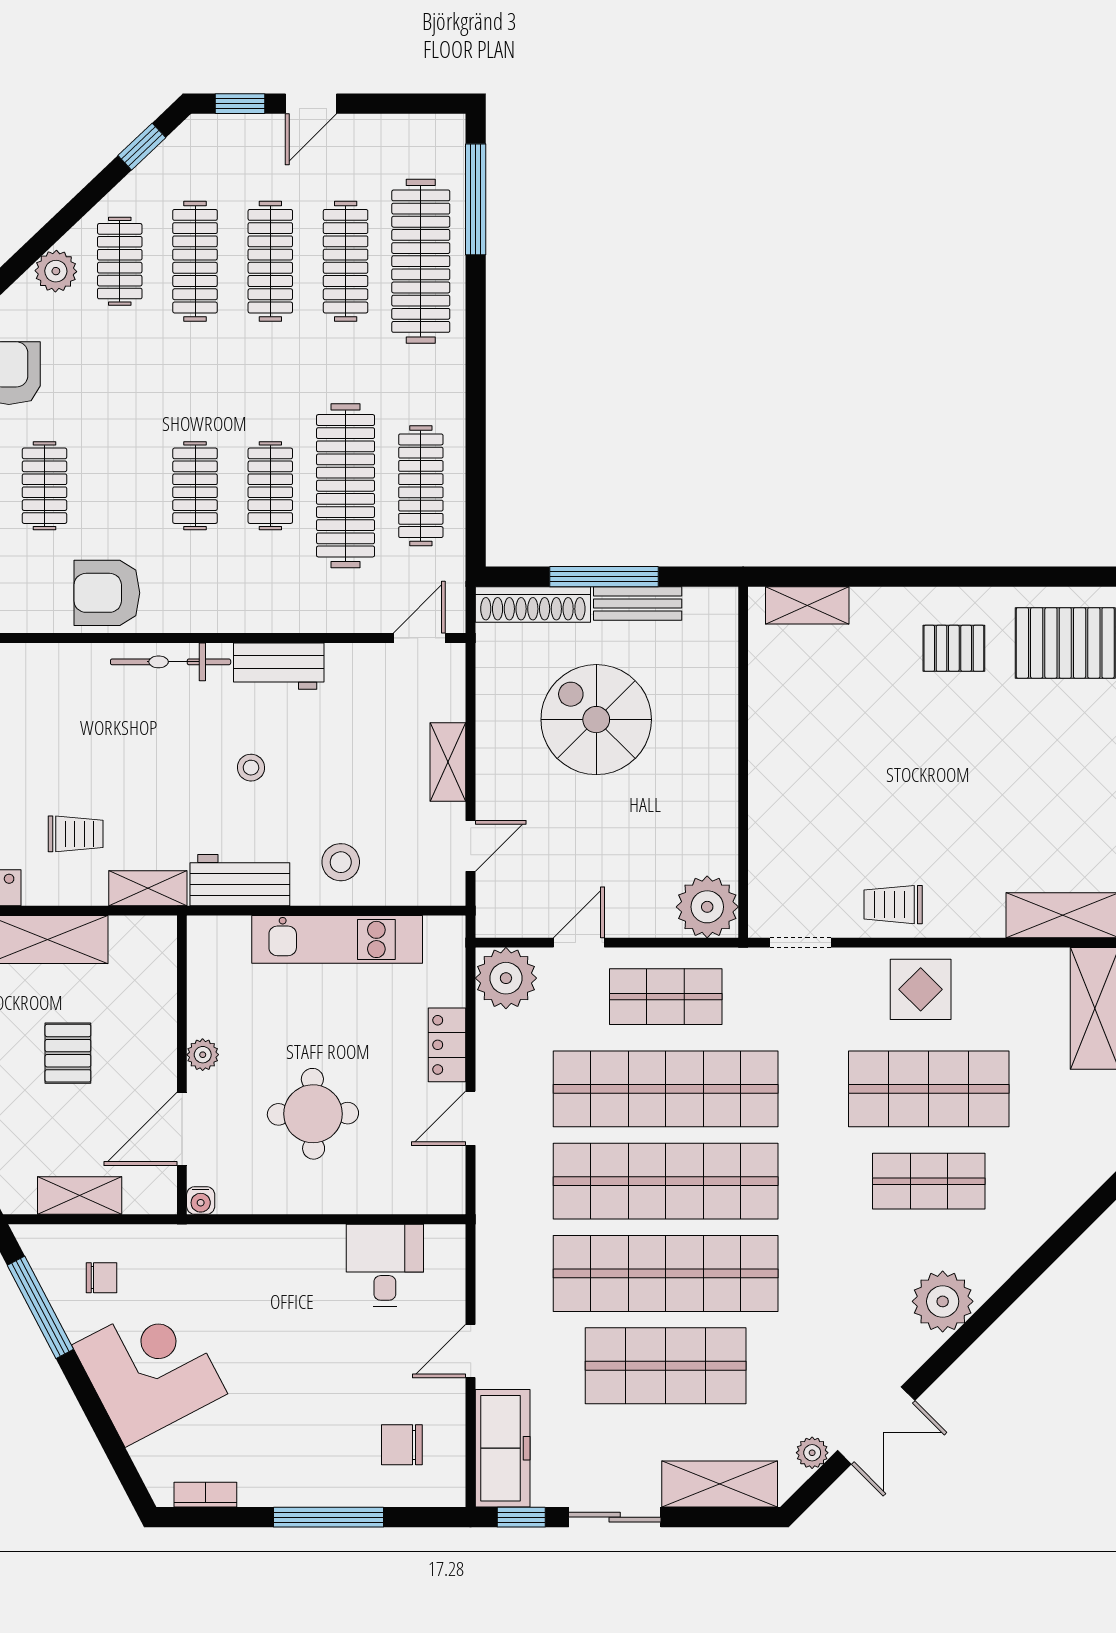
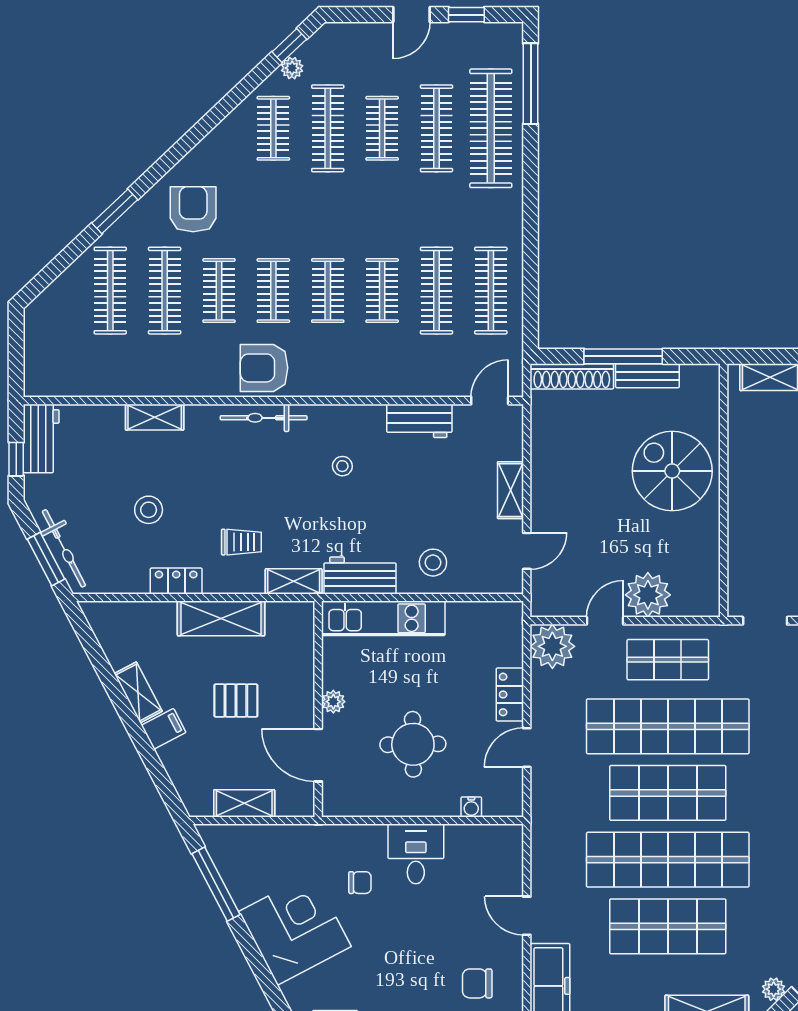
window: (240, 104) -> (466, 15), moved
clothes rail: (270, 261) -> (382, 128), width x0.73
plant: (56, 271) -> (292, 68), moved, width x0.73, depth x0.73
clothes rail: (120, 486) -> (273, 291), added
clothes rail: (346, 486) -> (436, 291), width x0.73, depth x0.76
bicycle: (171, 662) -> (264, 418), moved
workbench: (279, 666) -> (419, 421), moved
spiral stairs: (596, 720) -> (672, 471), moved
stool: (251, 768) -> (342, 466), moved
plant: (707, 907) -> (648, 595), moved
kitchen unit: (337, 939) -> (383, 618), moved
pallet: (68, 1053) -> (236, 701), turned 90
door: (182, 1129) -> (318, 755), hinge flipped
shop shelf: (666, 1181) -> (668, 793), width x0.71
water cooler: (201, 1200) -> (471, 807), moved
desk: (385, 1266) -> (416, 854), moved
chair: (102, 1278) -> (360, 883), moved
door: (471, 1351) -> (527, 916), hinge flipped

